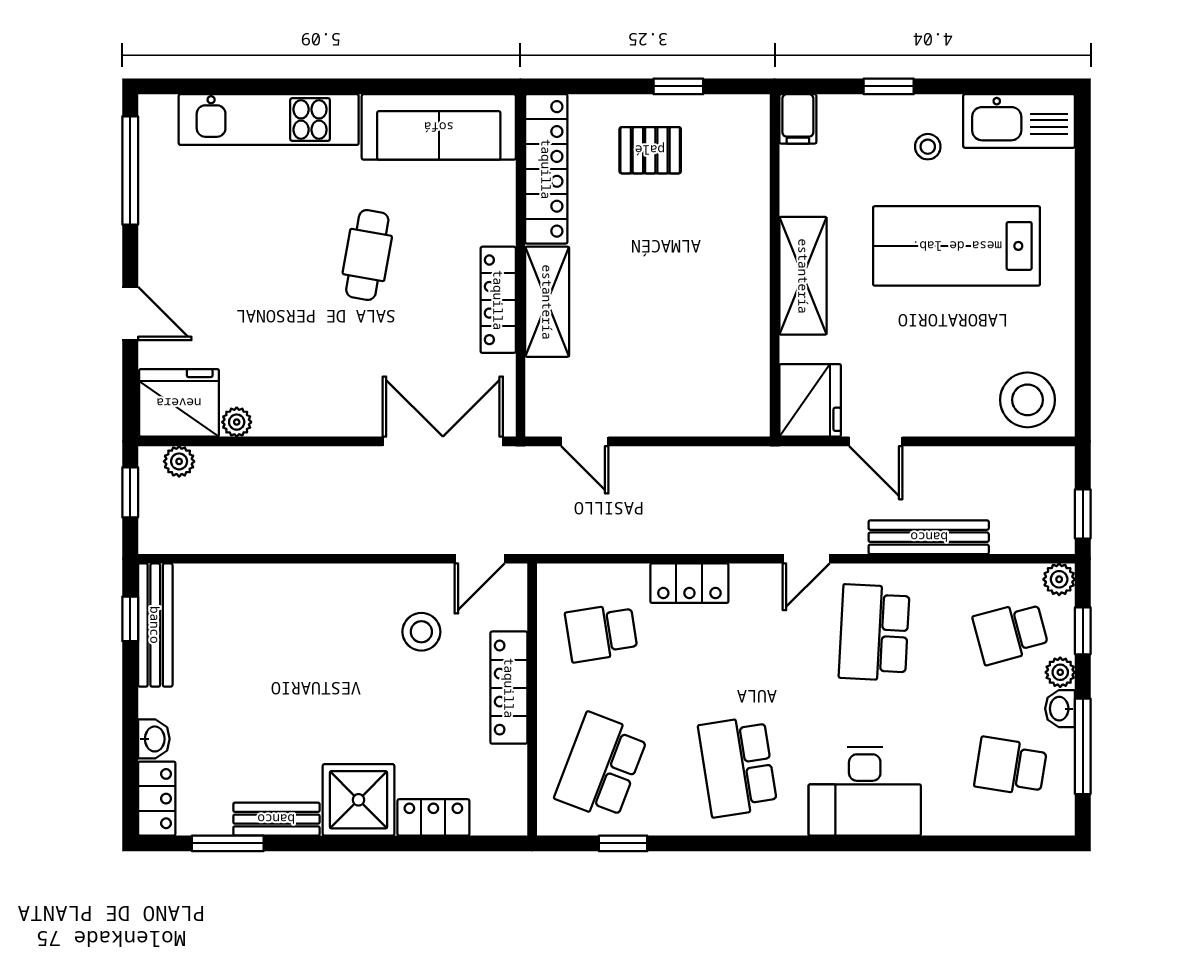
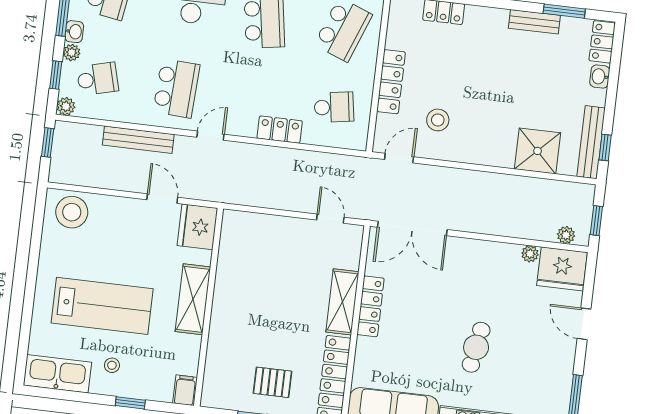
cafe table: (367, 255) -> (476, 347), moved
shower: (359, 800) -> (538, 151), moved

